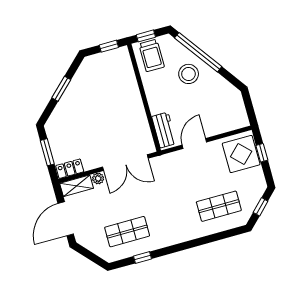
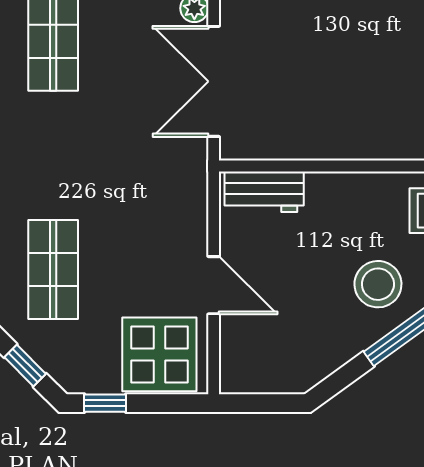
door: (194, 144) -> (214, 285), moved
window: (262, 153) -> (105, 403), moved

